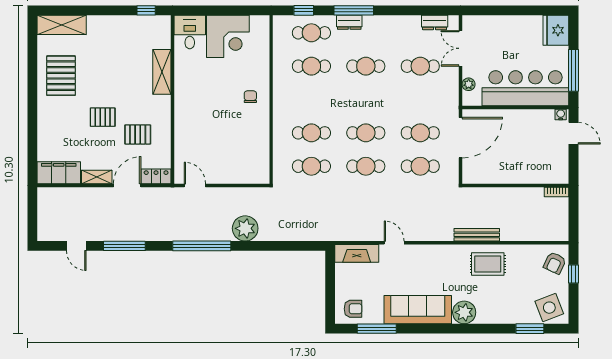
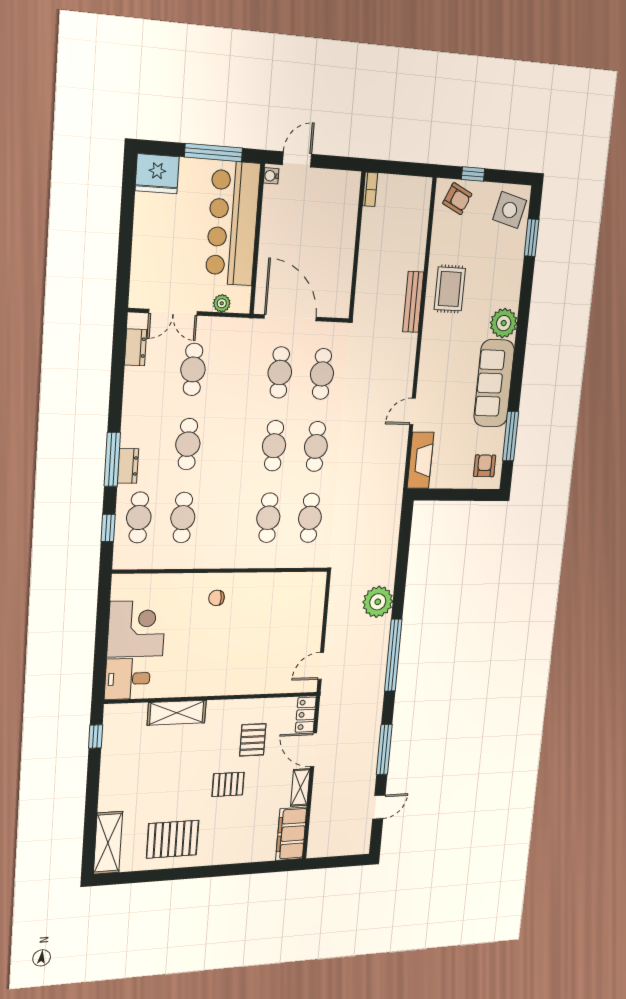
pallet: (103, 117) -> (228, 784), turned 90
side table: (549, 308) -> (510, 210), turned 35

